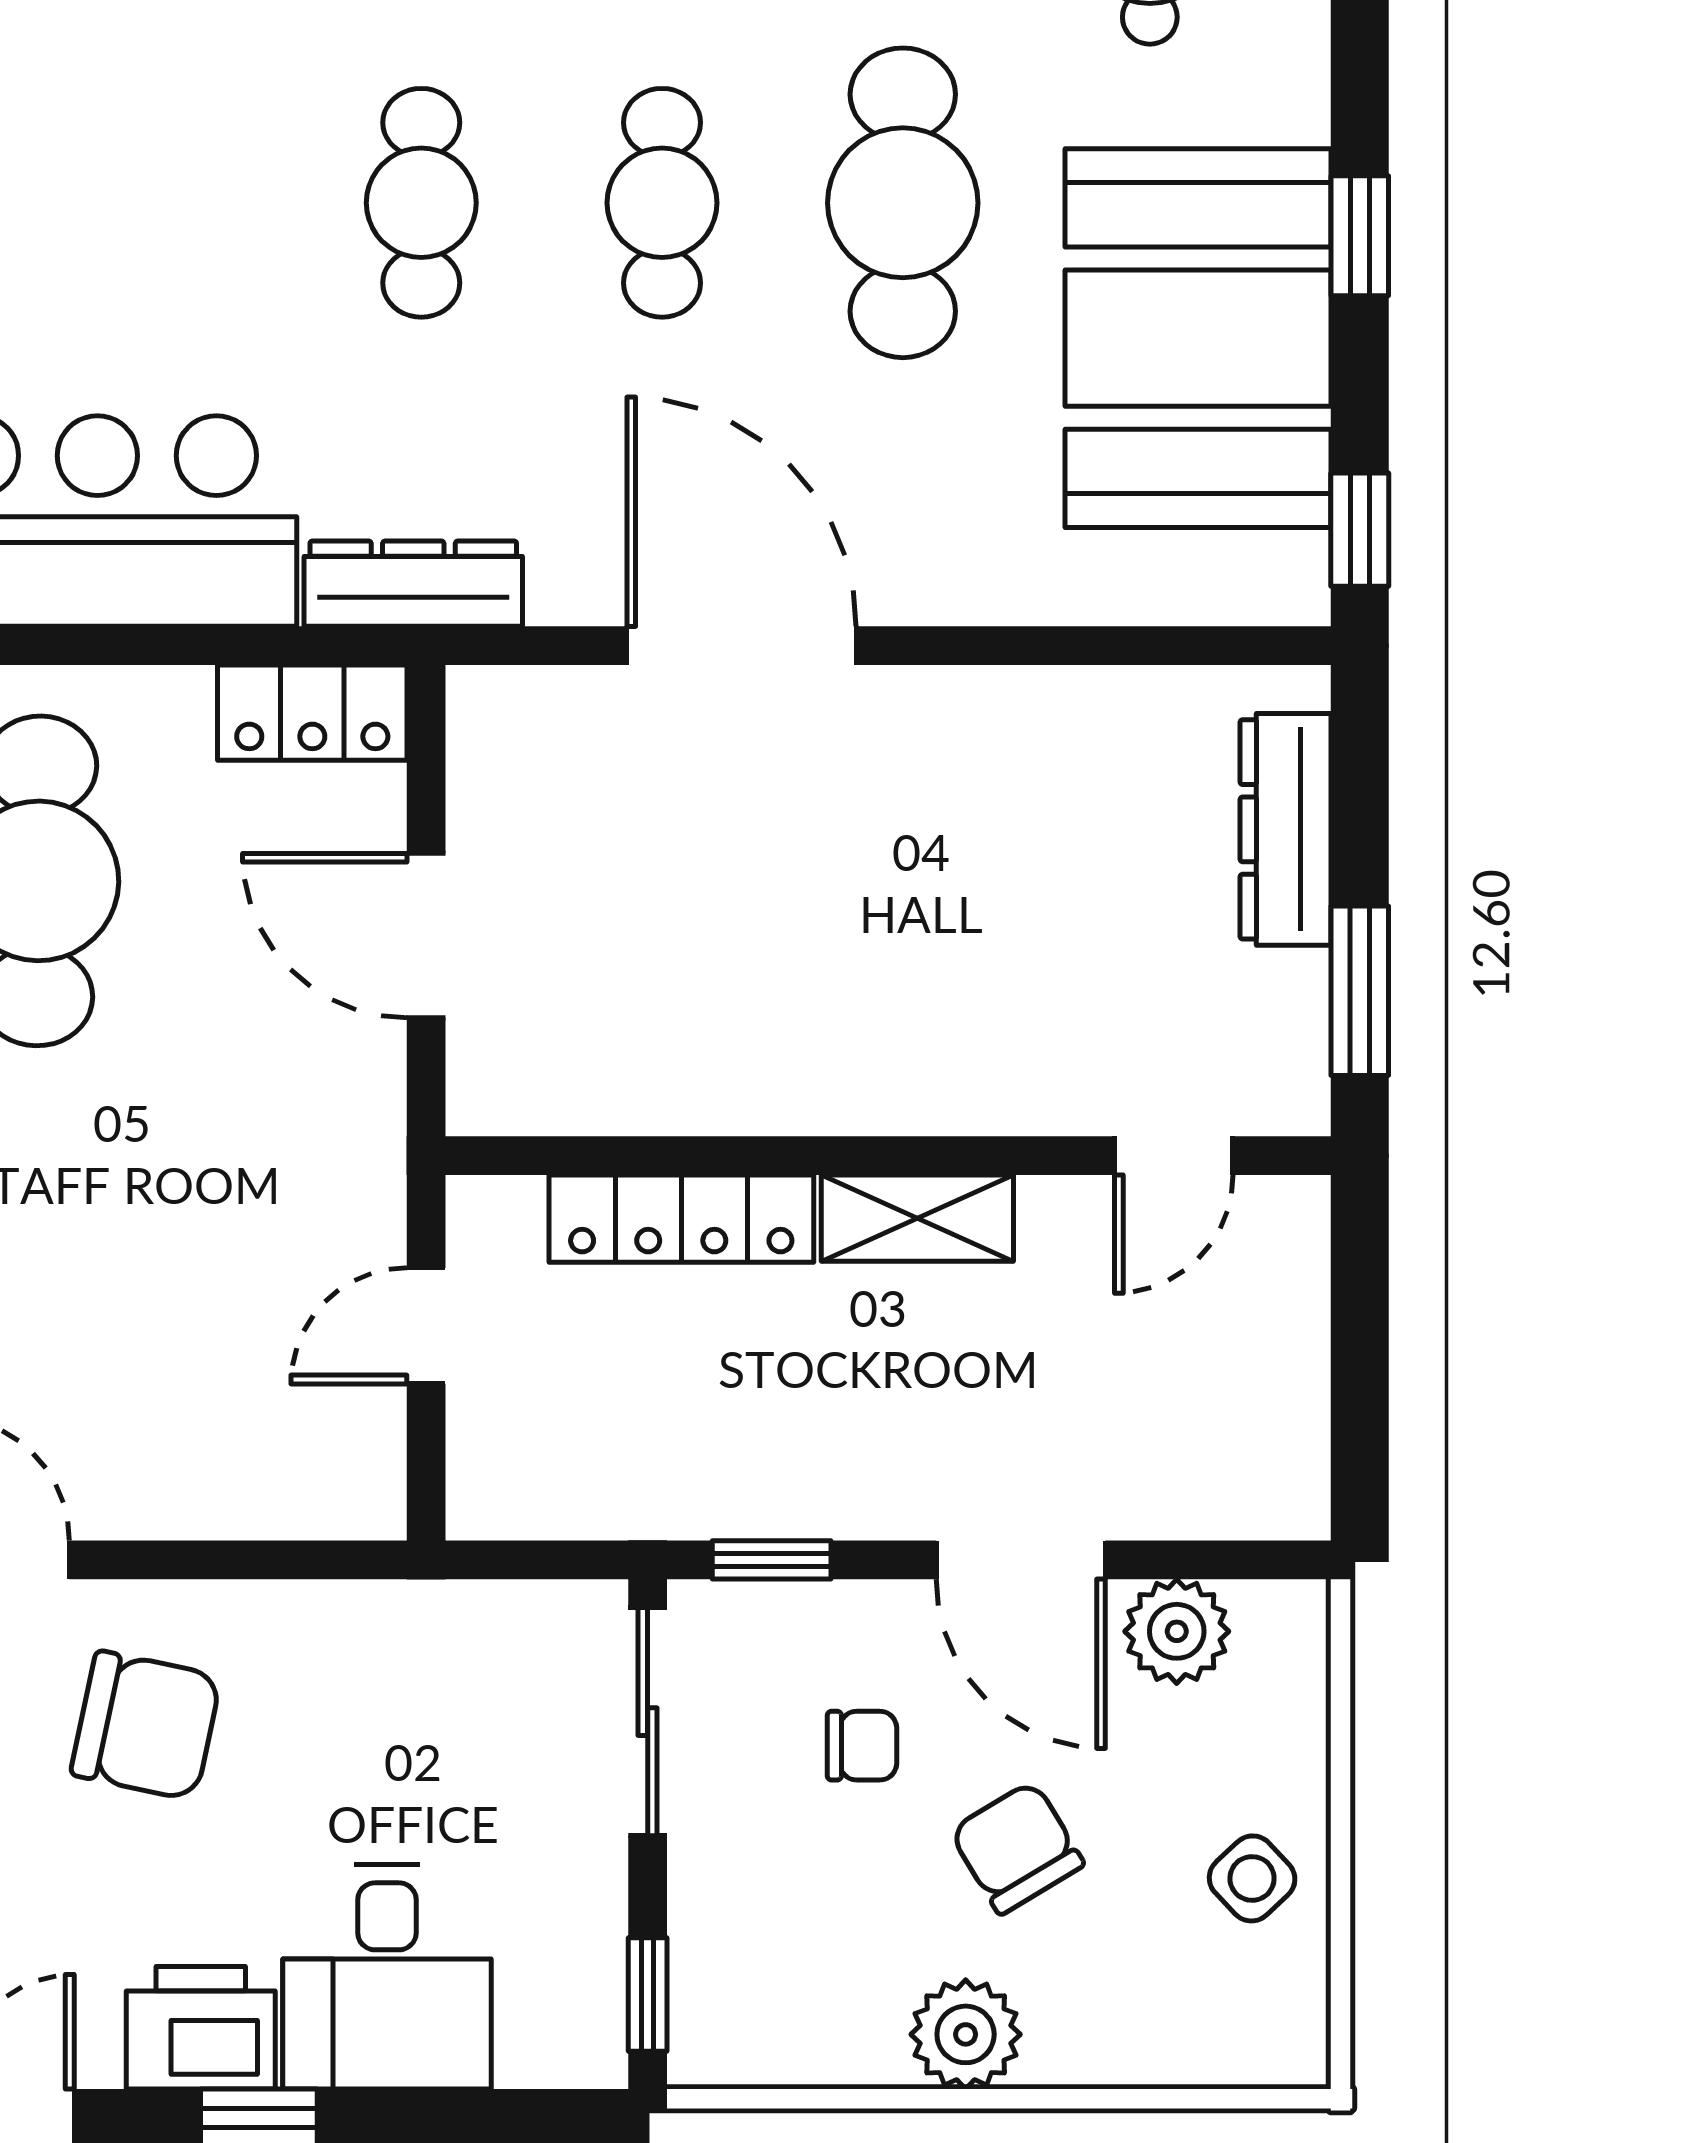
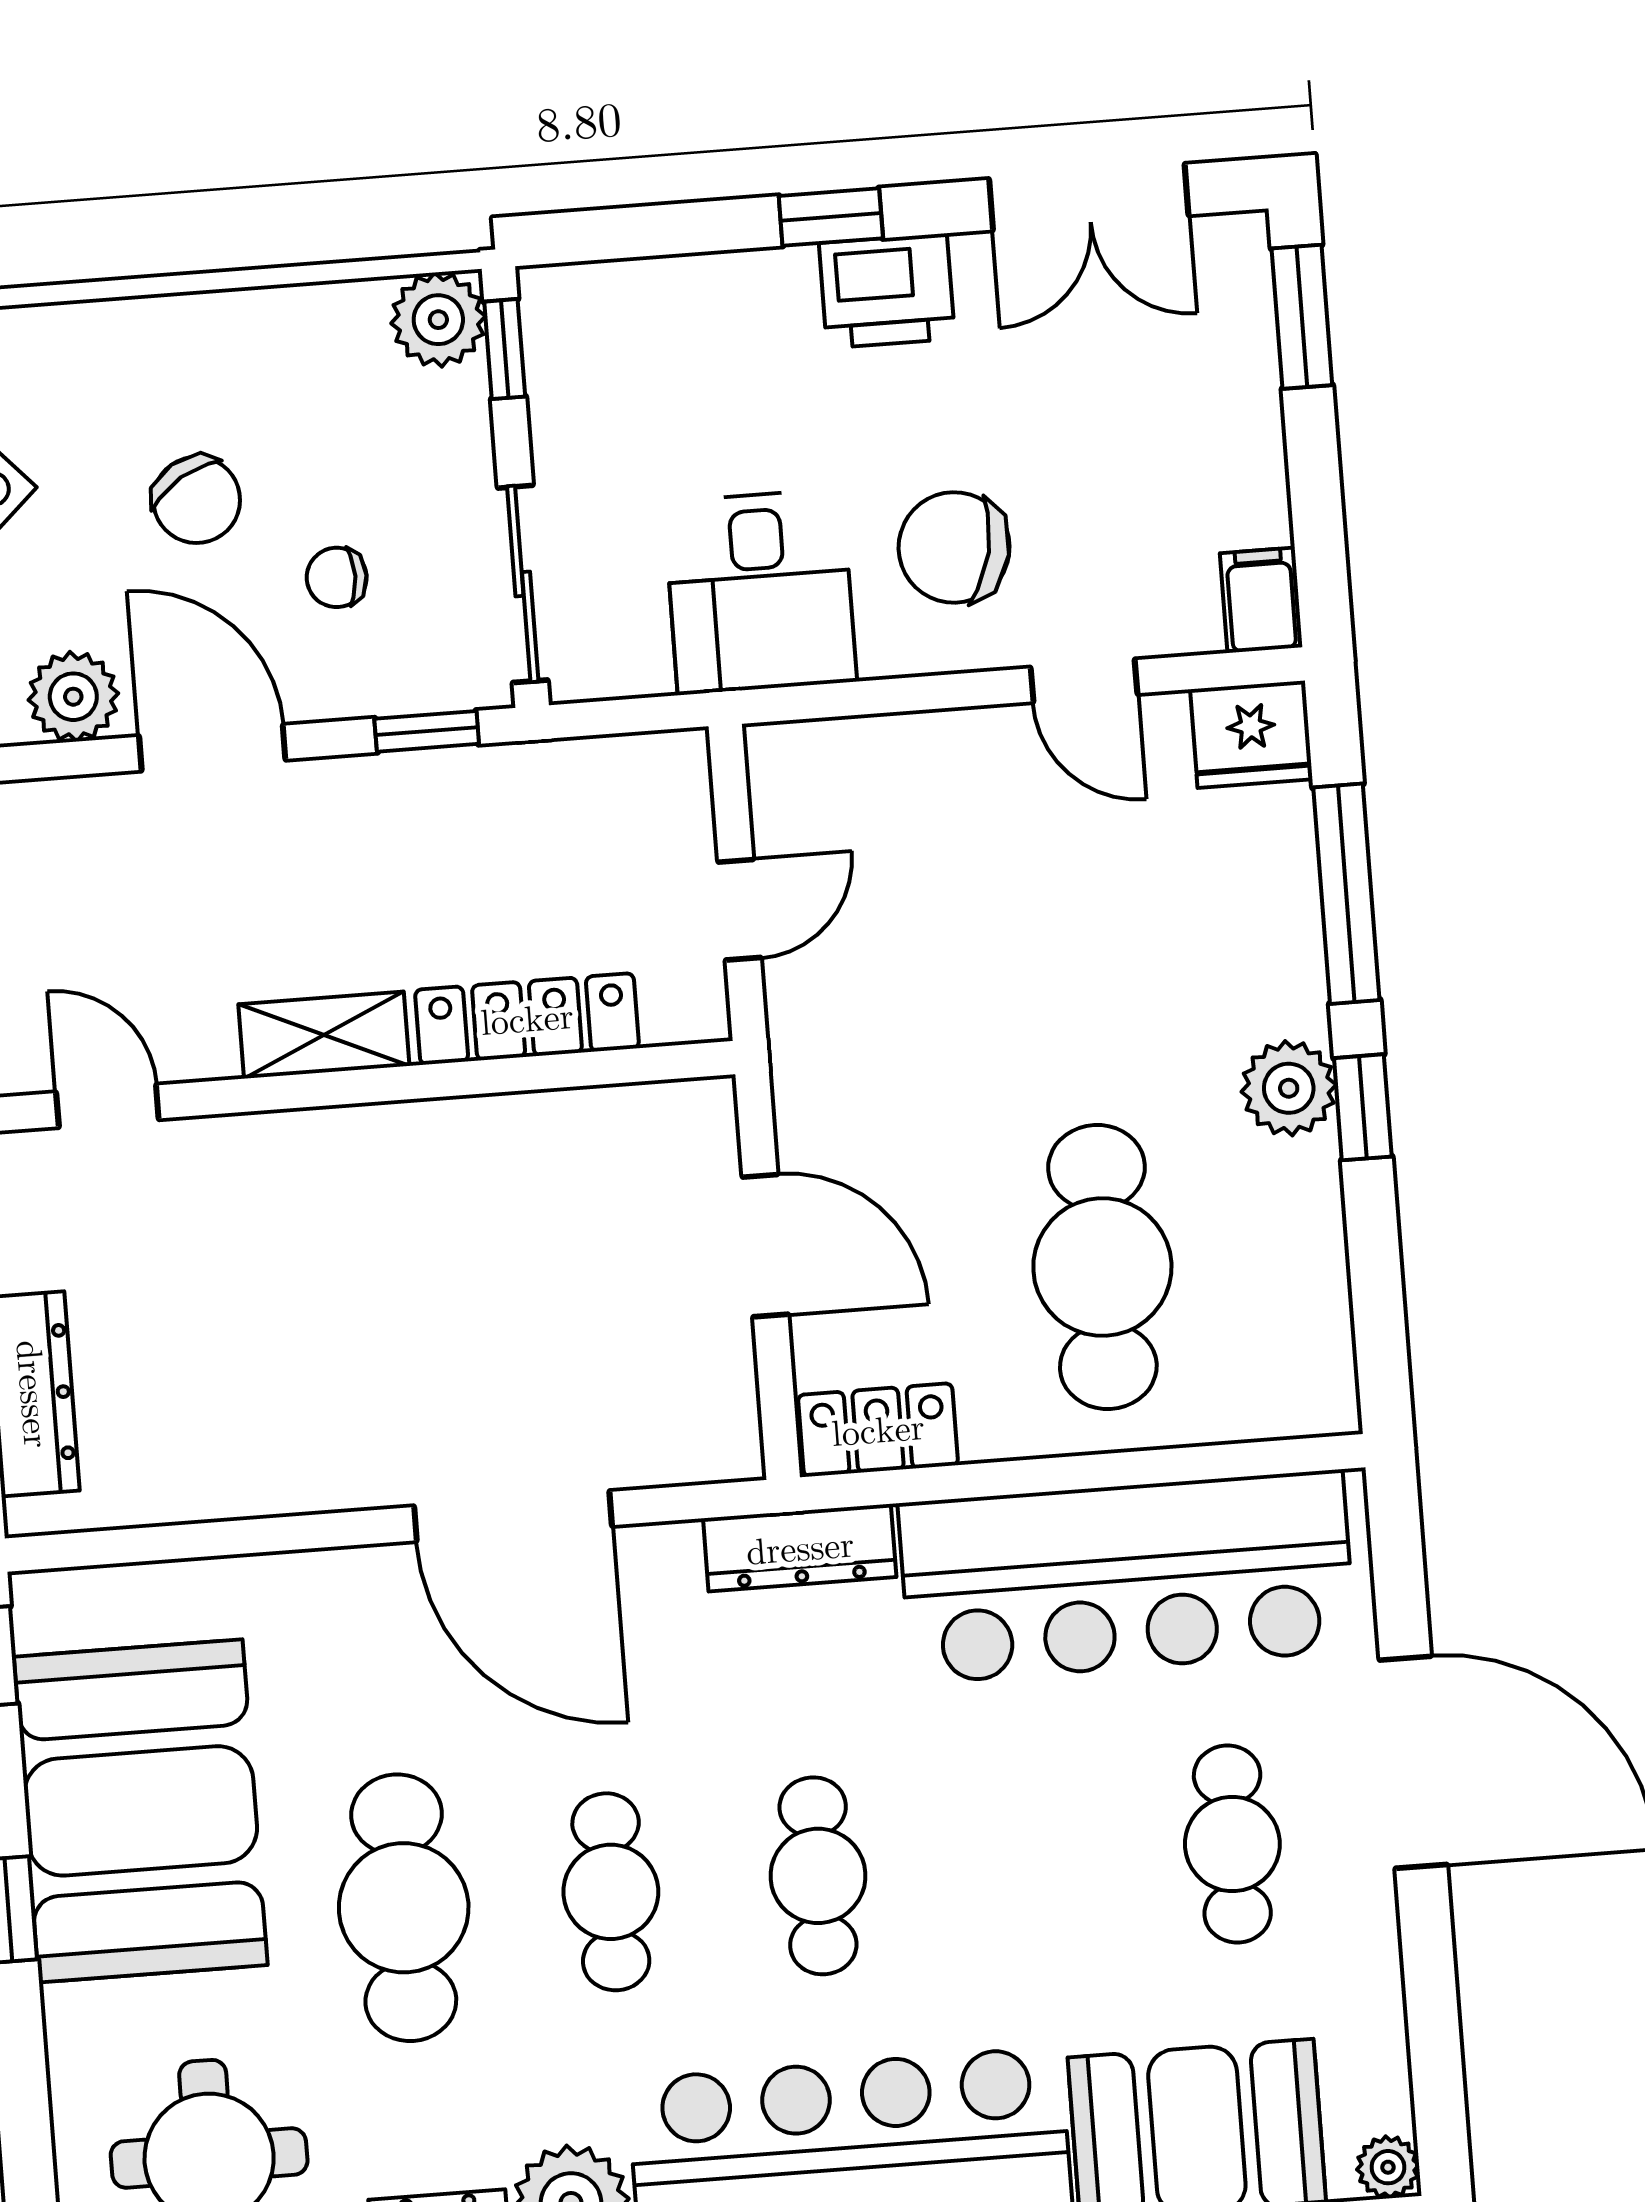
door: (1174, 1156) -> (107, 1106), hinge flipped
desk: (387, 1977) -> (760, 592), moved, turned 180
plant: (966, 2034) -> (438, 320), moved

